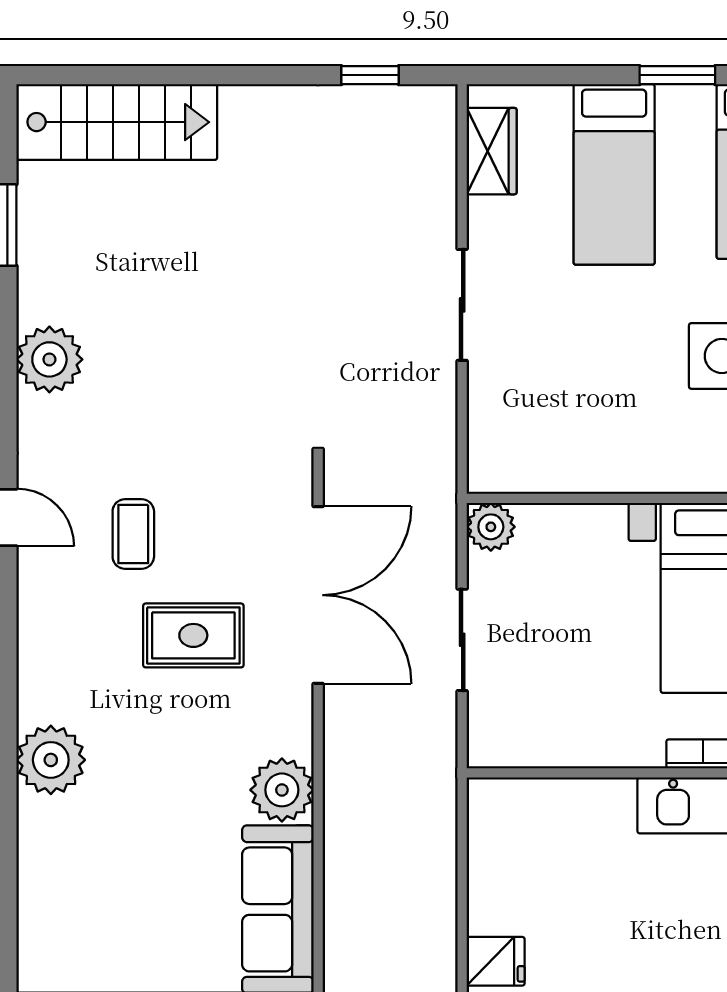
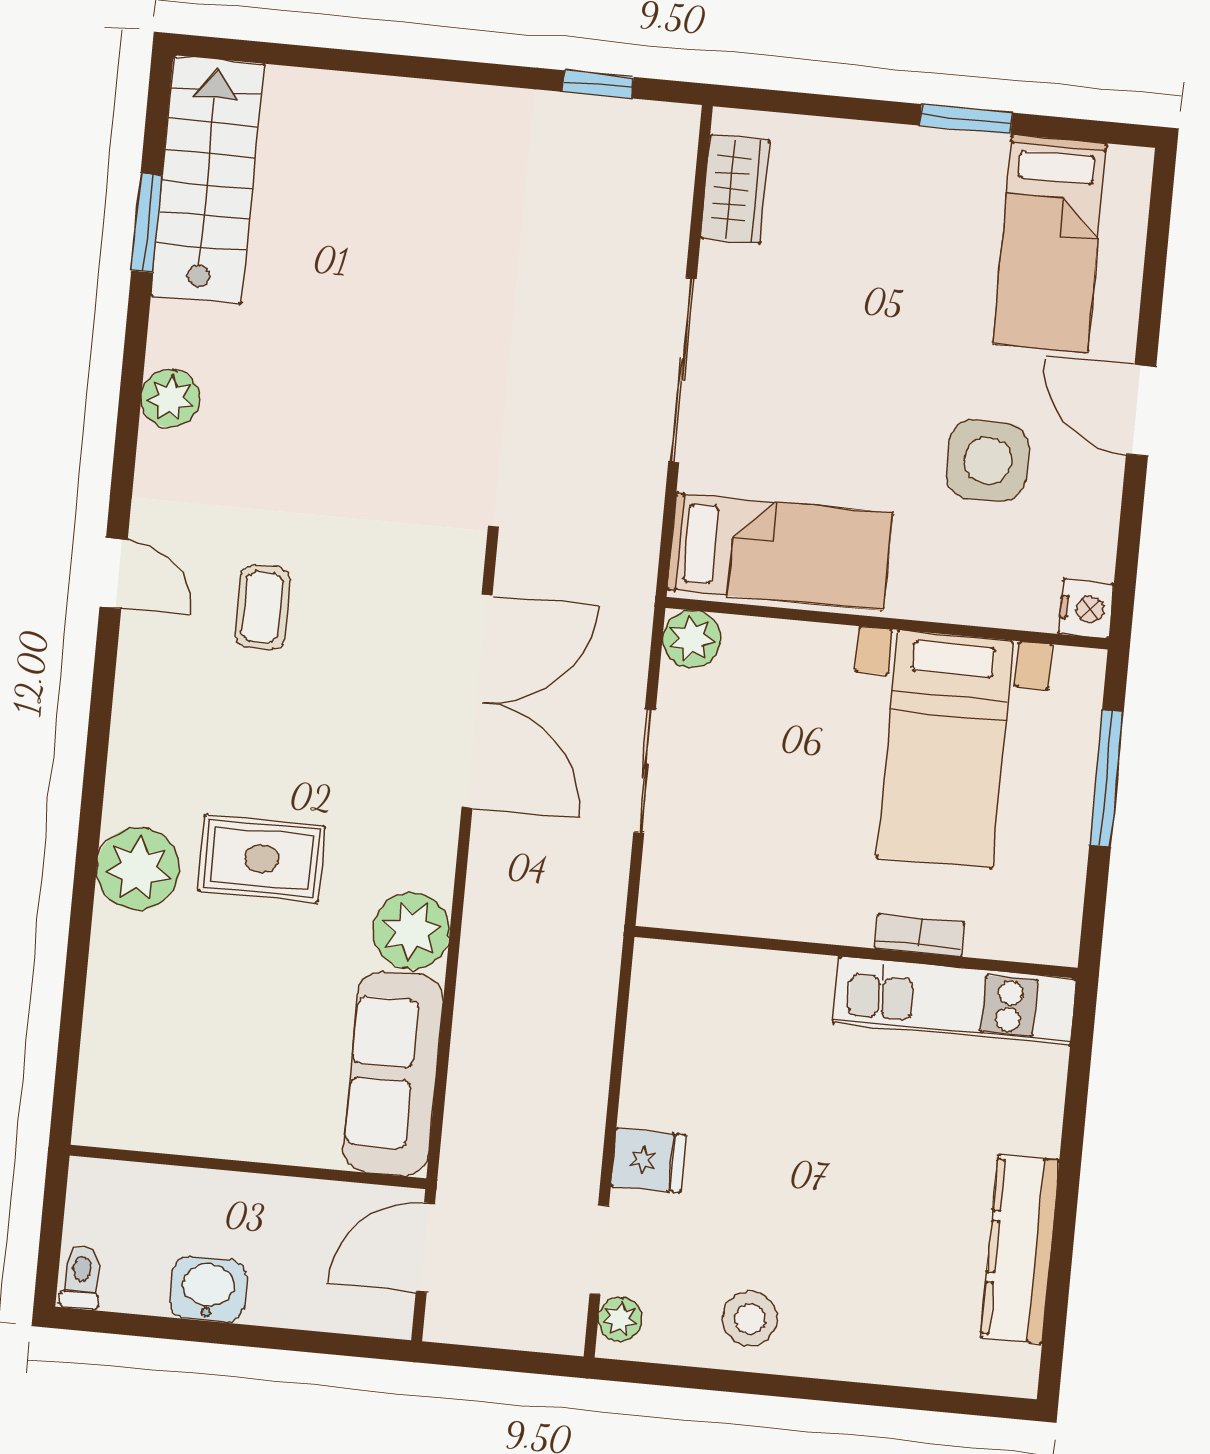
stairs: (117, 122) -> (207, 180), moved, turned -90
bed: (614, 174) -> (780, 551), moved, turned -90
sliding door: (462, 305) -> (682, 370), width x1.37
plant: (49, 359) -> (170, 398), width x0.73, depth x0.73
rug: (193, 635) -> (262, 858), moved

